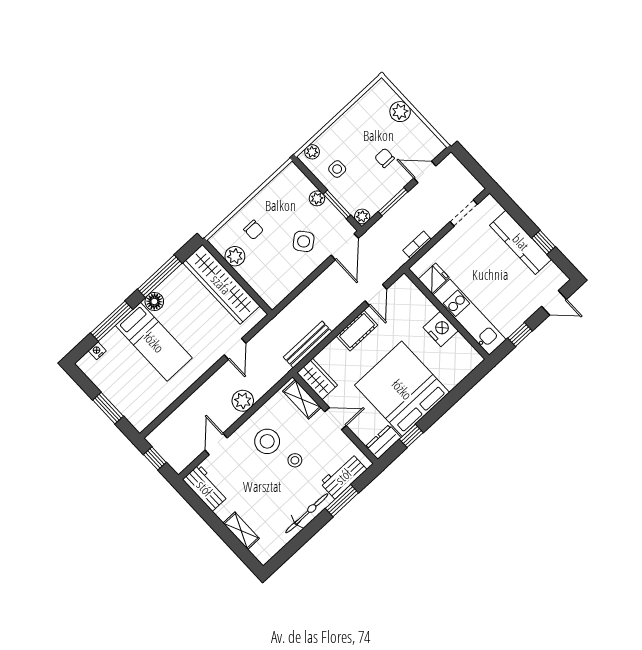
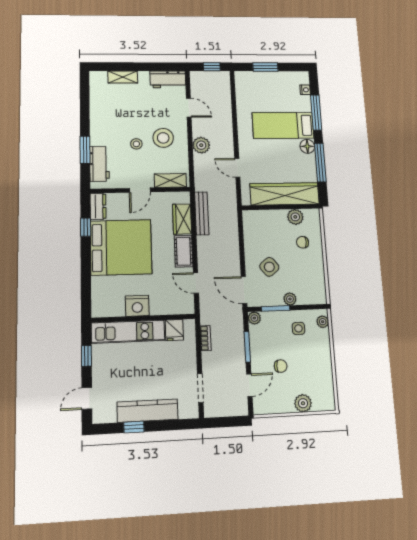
wardrobe: (317, 379) -> (182, 219), moved, turned 90
bicycle: (307, 513) -> (97, 123), removed

